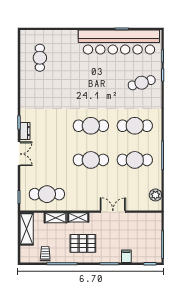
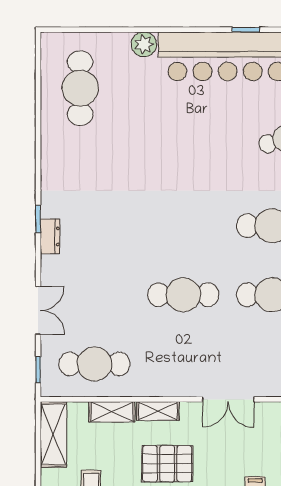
plant: (71, 36) -> (144, 44), added
cafe table: (40, 58) -> (80, 88), width x1.37, depth x1.35
cafe table: (91, 126) -> (183, 226), removed
double door: (19, 154) -> (38, 310), moved
double door: (113, 212) -> (228, 399), swing flipped

